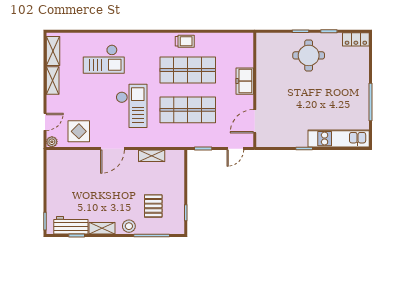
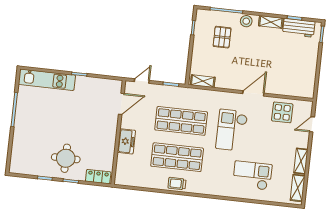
locker: (356, 39) -> (98, 177), moved
plant: (52, 142) -> (308, 106), removed
shelving: (152, 156) -> (203, 81), moved

